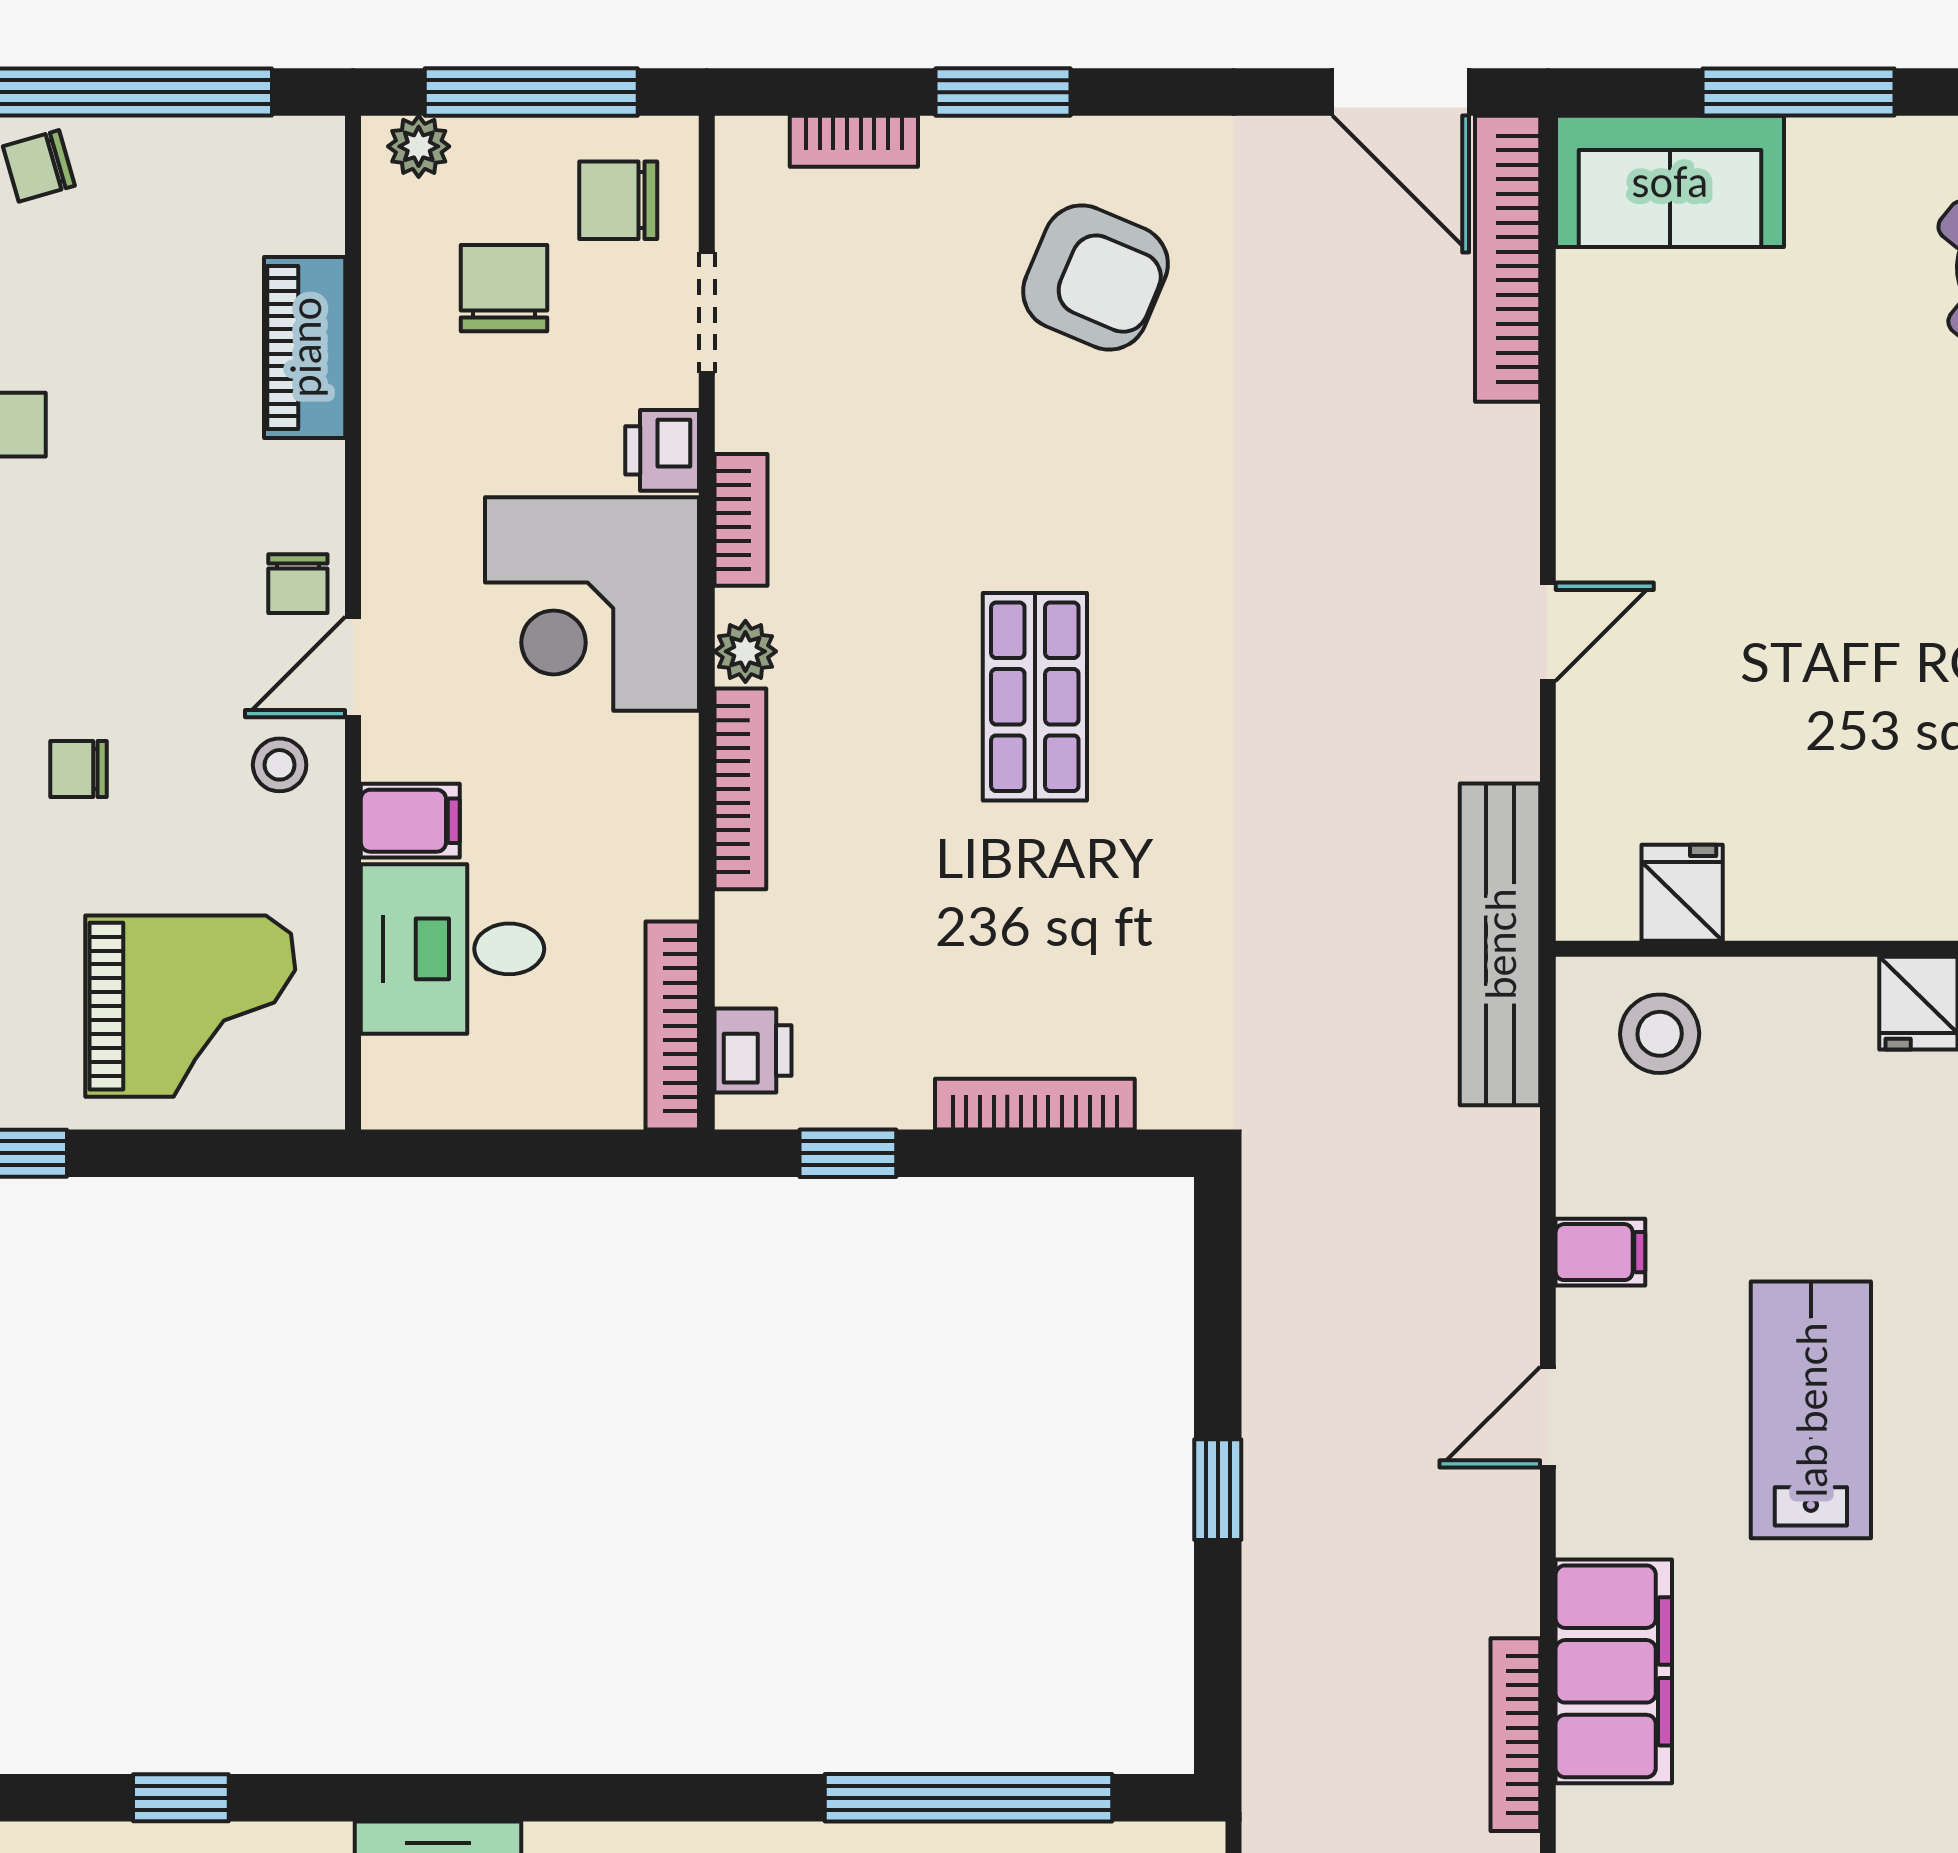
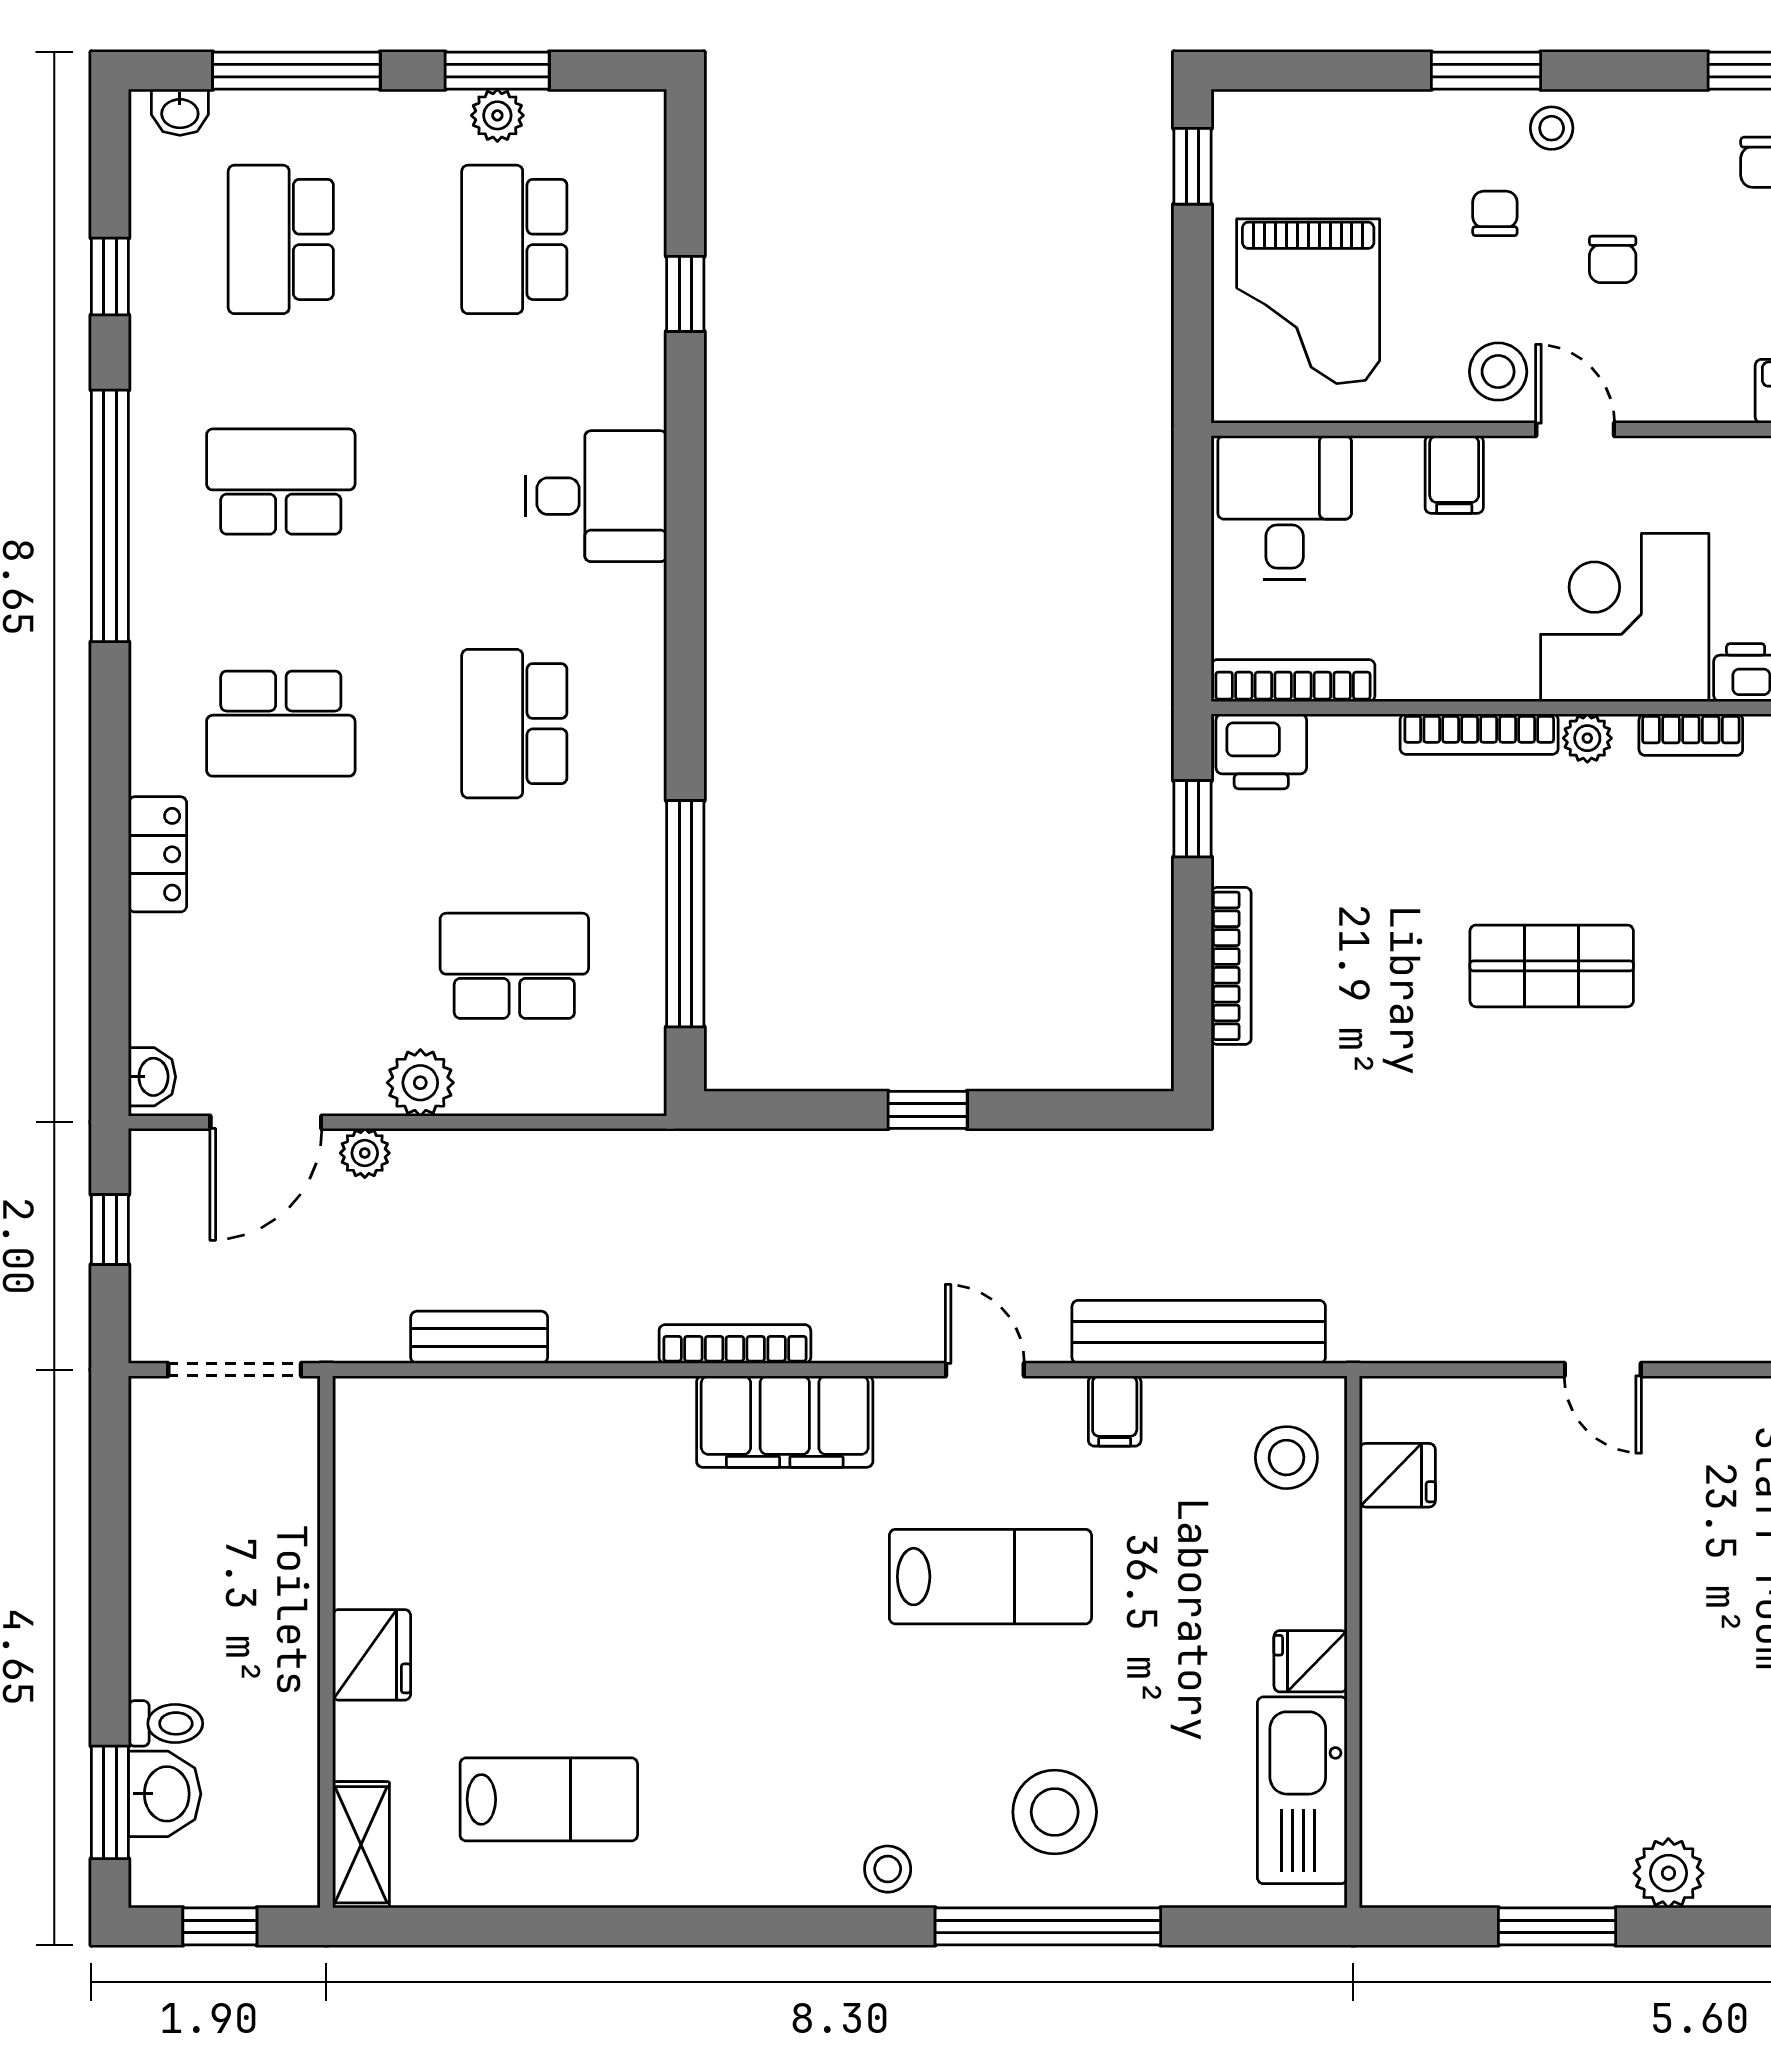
chair: (298, 584) -> (1613, 259), moved, turned -90
stool: (280, 765) -> (1498, 372), width x1.37, depth x1.37
bench: (1500, 944) -> (1199, 1332), moved
desk: (452, 949) -> (1285, 508), moved
printer: (753, 1050) -> (1261, 751), width x1.36, depth x1.24

